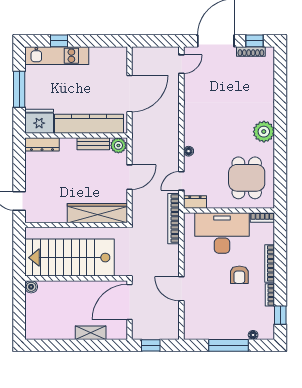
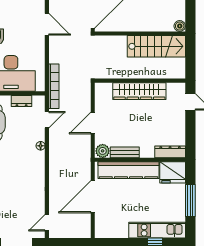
dresser: (195, 202) -> (22, 101), moved
wardrobe: (97, 213) -> (139, 91), moved
stairs: (70, 258) -> (156, 46), width x0.73, depth x0.66

